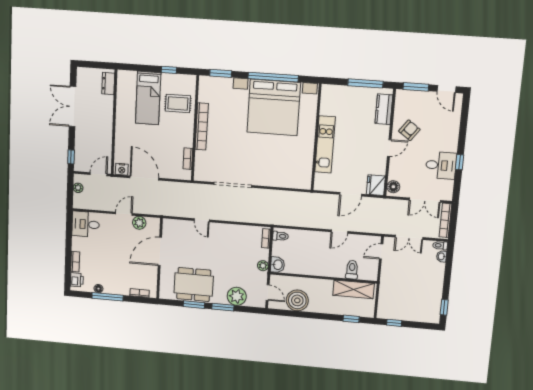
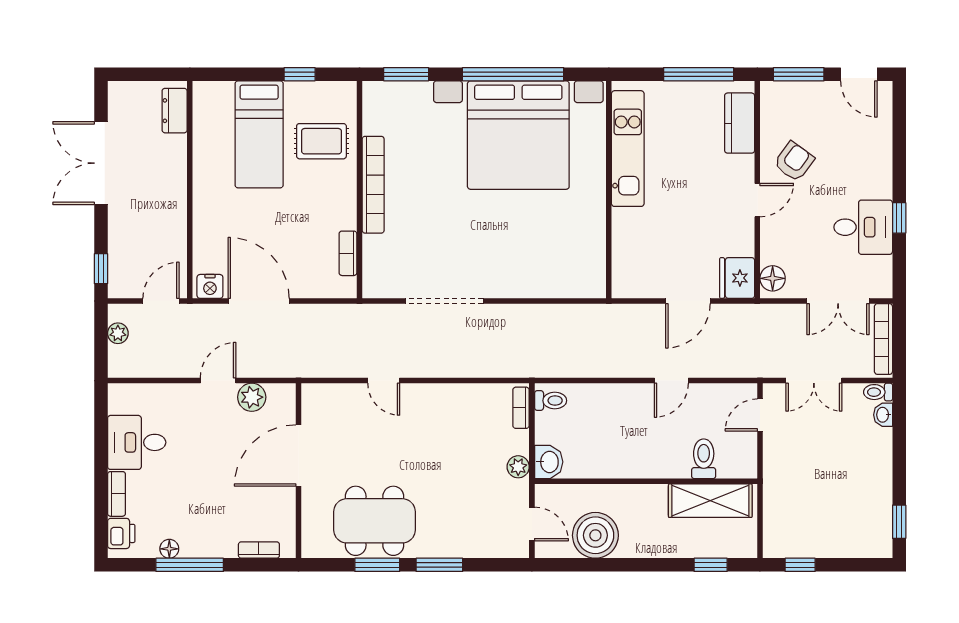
kitchen unit: (325, 145) -> (628, 149), moved
desk: (86, 224) -> (137, 442), moved
plant: (237, 296) -> (467, 538), removed

